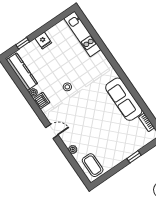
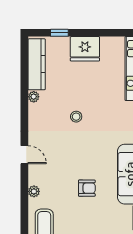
fridge: (43, 40) -> (85, 49), width x1.88, depth x1.34
dishwasher: (41, 101) -> (36, 112), removed
armchair: (103, 126) -> (87, 188), added

